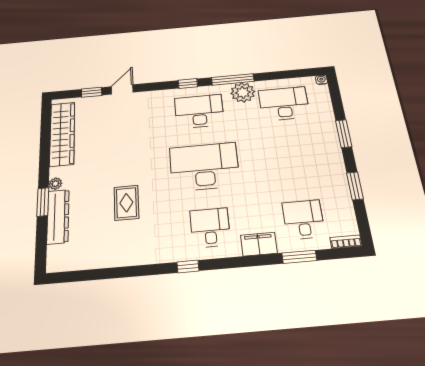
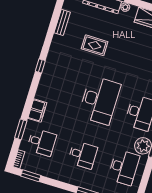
window: (355, 186) -> (31, 176), moved
desk: (210, 228) -> (83, 155), moved
bench: (108, 261) -> (62, 22), added

